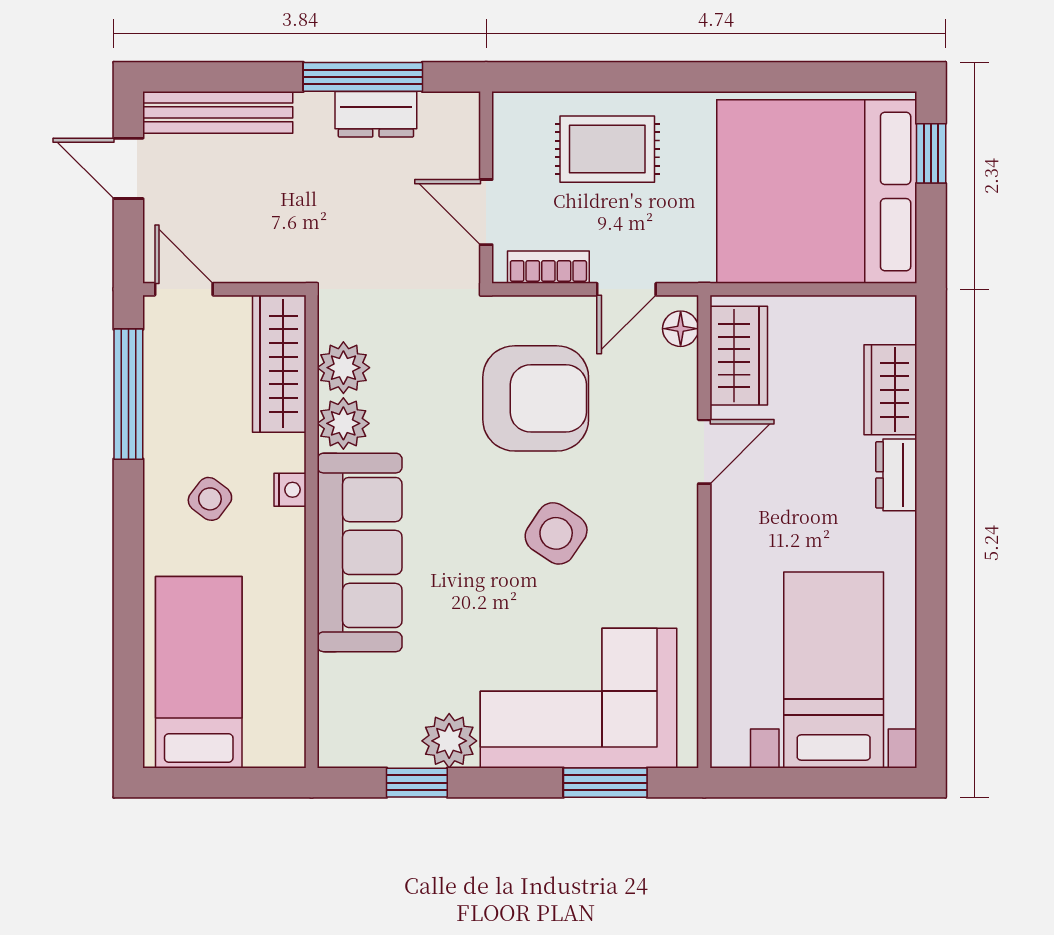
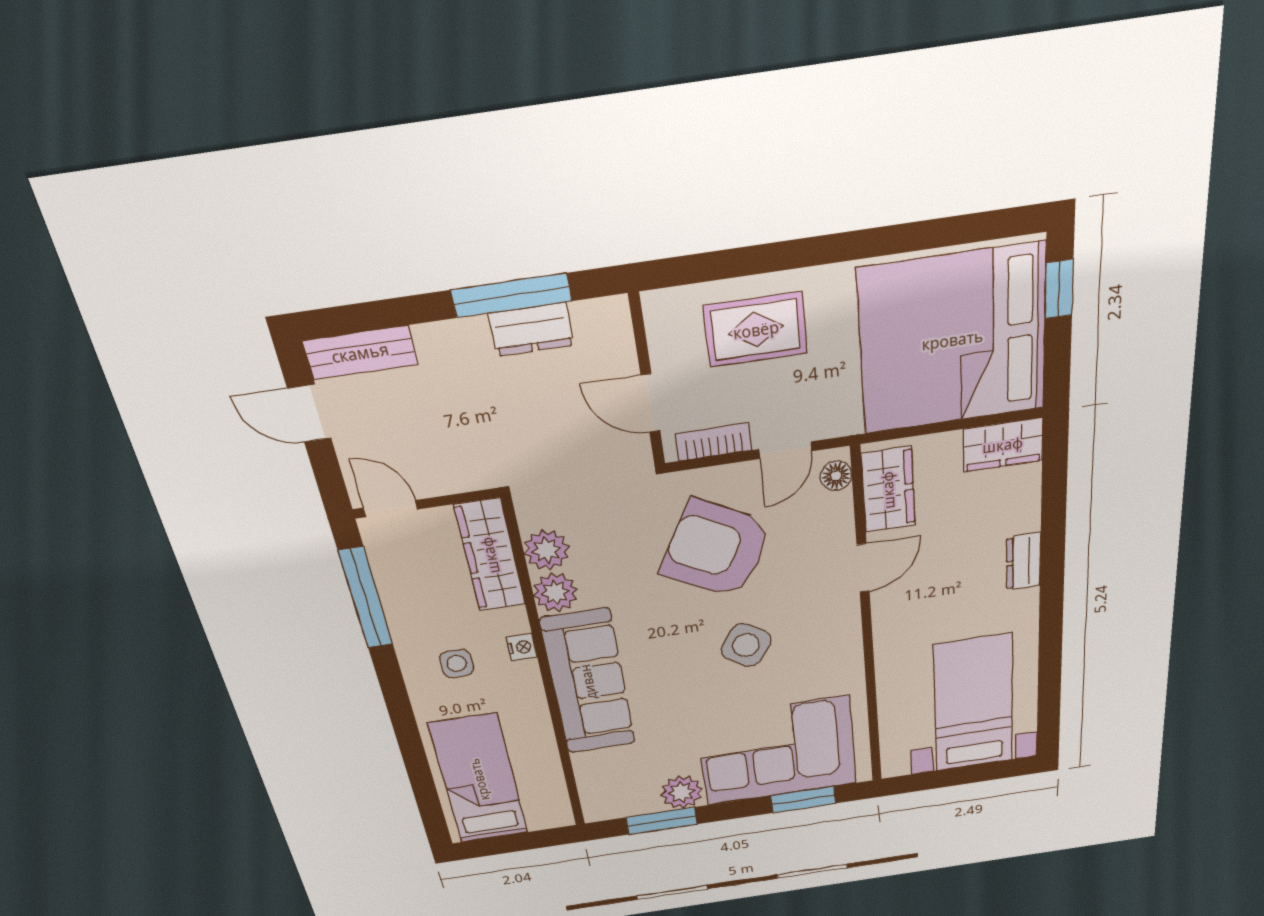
bench: (218, 112) -> (360, 353), width x0.73
wardrobe: (890, 390) -> (1003, 445), moved, turned -90
armchair: (536, 398) -> (716, 549), turned -151
side table: (210, 499) -> (457, 664), turned -37
window: (417, 783) -> (662, 821), width x1.50

